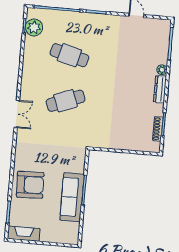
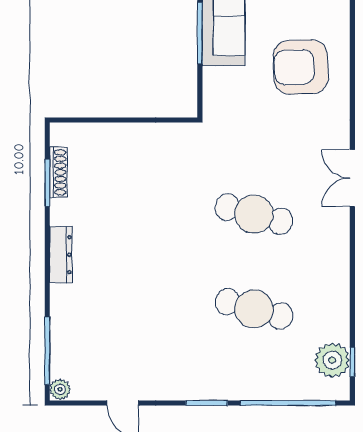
plant: (162, 70) -> (60, 389), moved
cafe table: (66, 101) -> (254, 214), turned 36
armchair: (30, 185) -> (301, 67), moved

